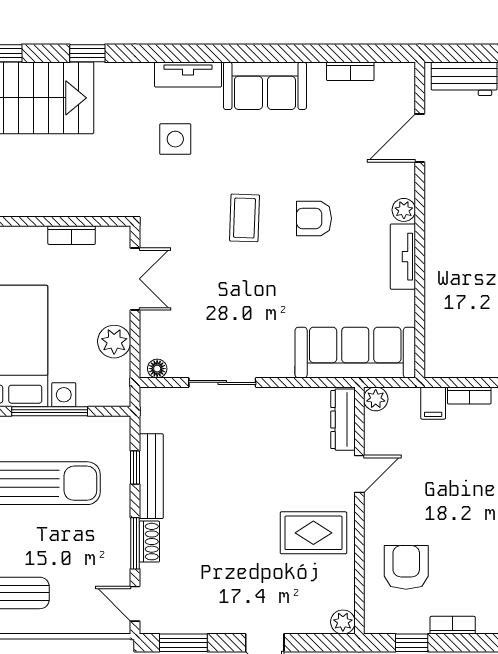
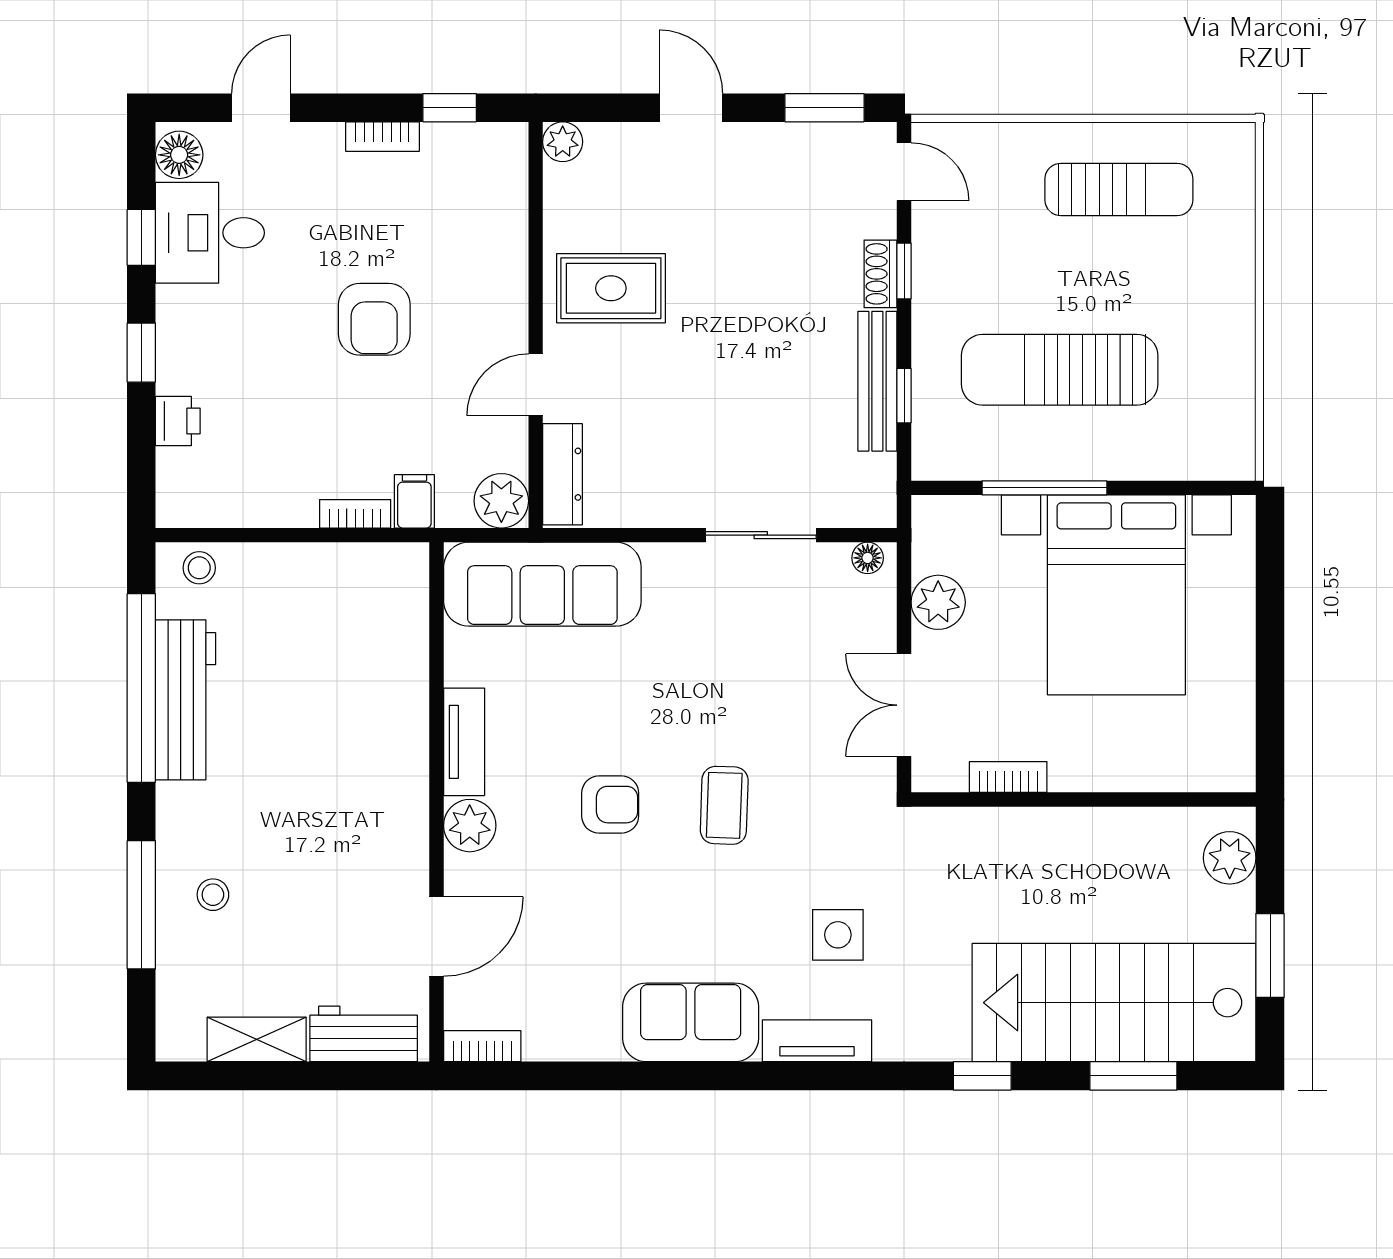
bookcase: (350, 71) -> (482, 1046), moved
plant: (404, 210) -> (470, 826), width x1.38, depth x1.38
plant: (376, 399) -> (501, 501), width x1.38, depth x1.38
window: (135, 543) -> (904, 271), width x0.67
armchair: (406, 567) -> (374, 319), moved

